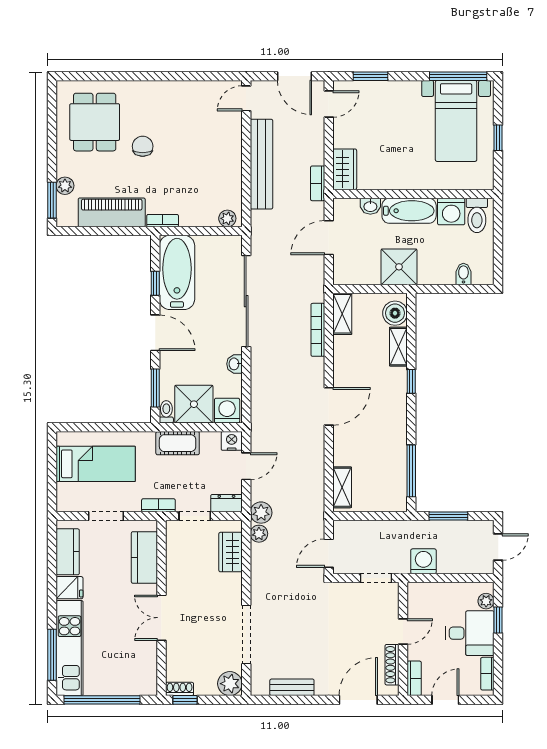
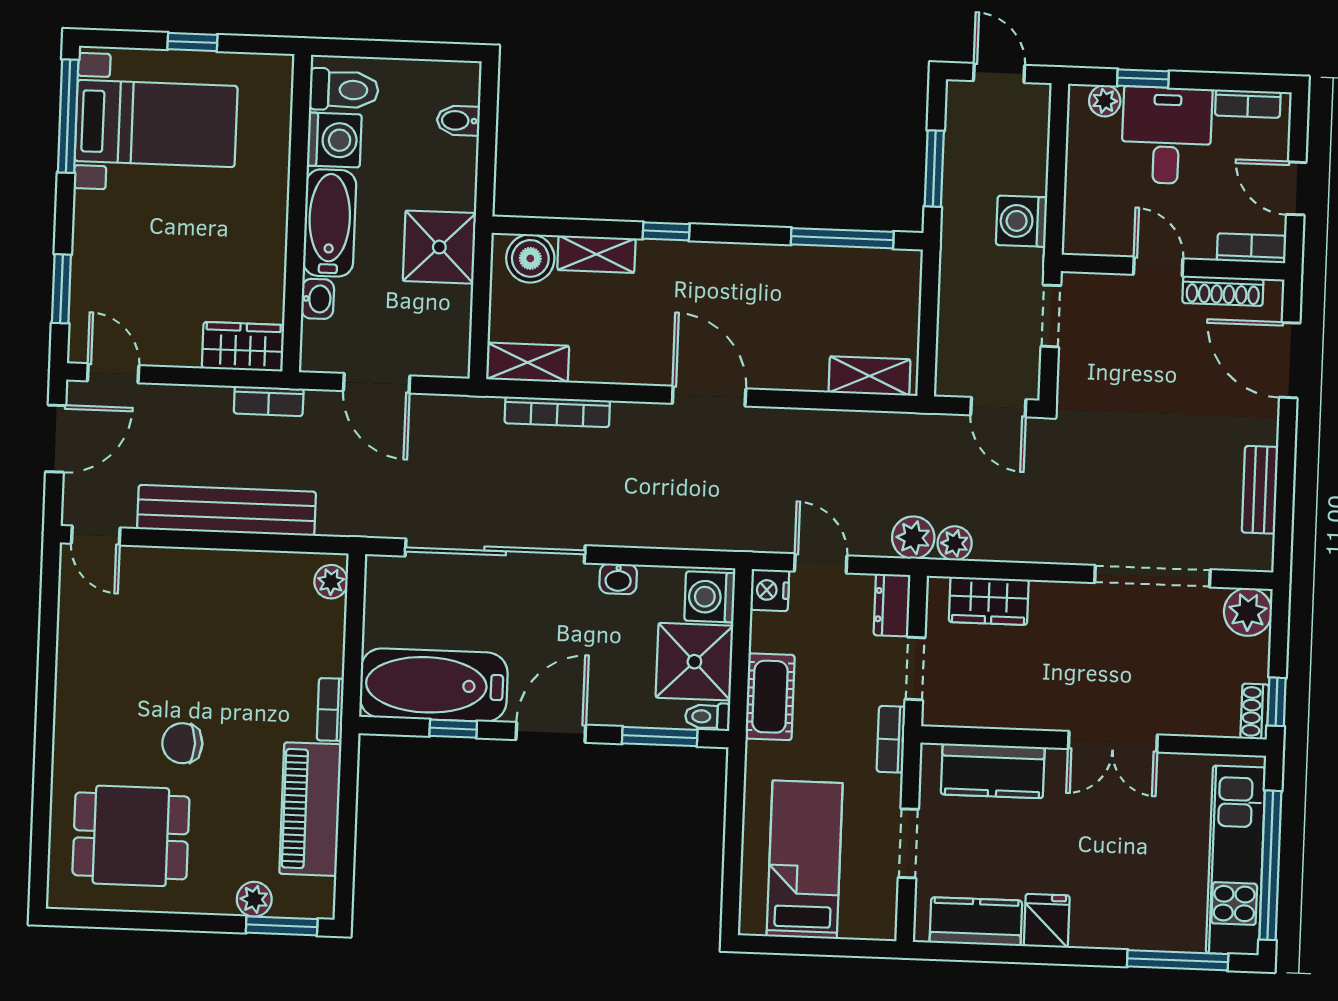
kitchen unit: (70, 648) -> (1236, 860), moved, turned -90

